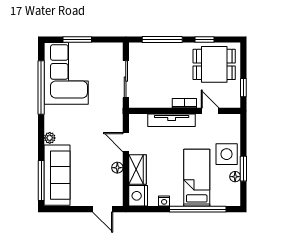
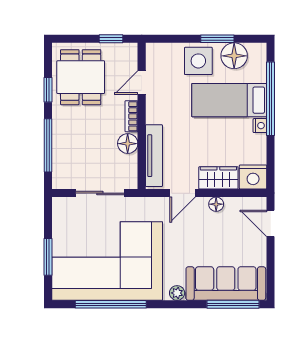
corner sofa: (66, 73) -> (107, 261), width x1.36, depth x1.36
floor lamp: (164, 100) -> (128, 144), added
tv unit: (172, 120) -> (154, 156), moved
floor lamp: (235, 177) -> (234, 56), width x1.89, depth x1.89
nightstand: (164, 201) -> (260, 126), moved
door: (103, 209) -> (271, 223), swing flipped

